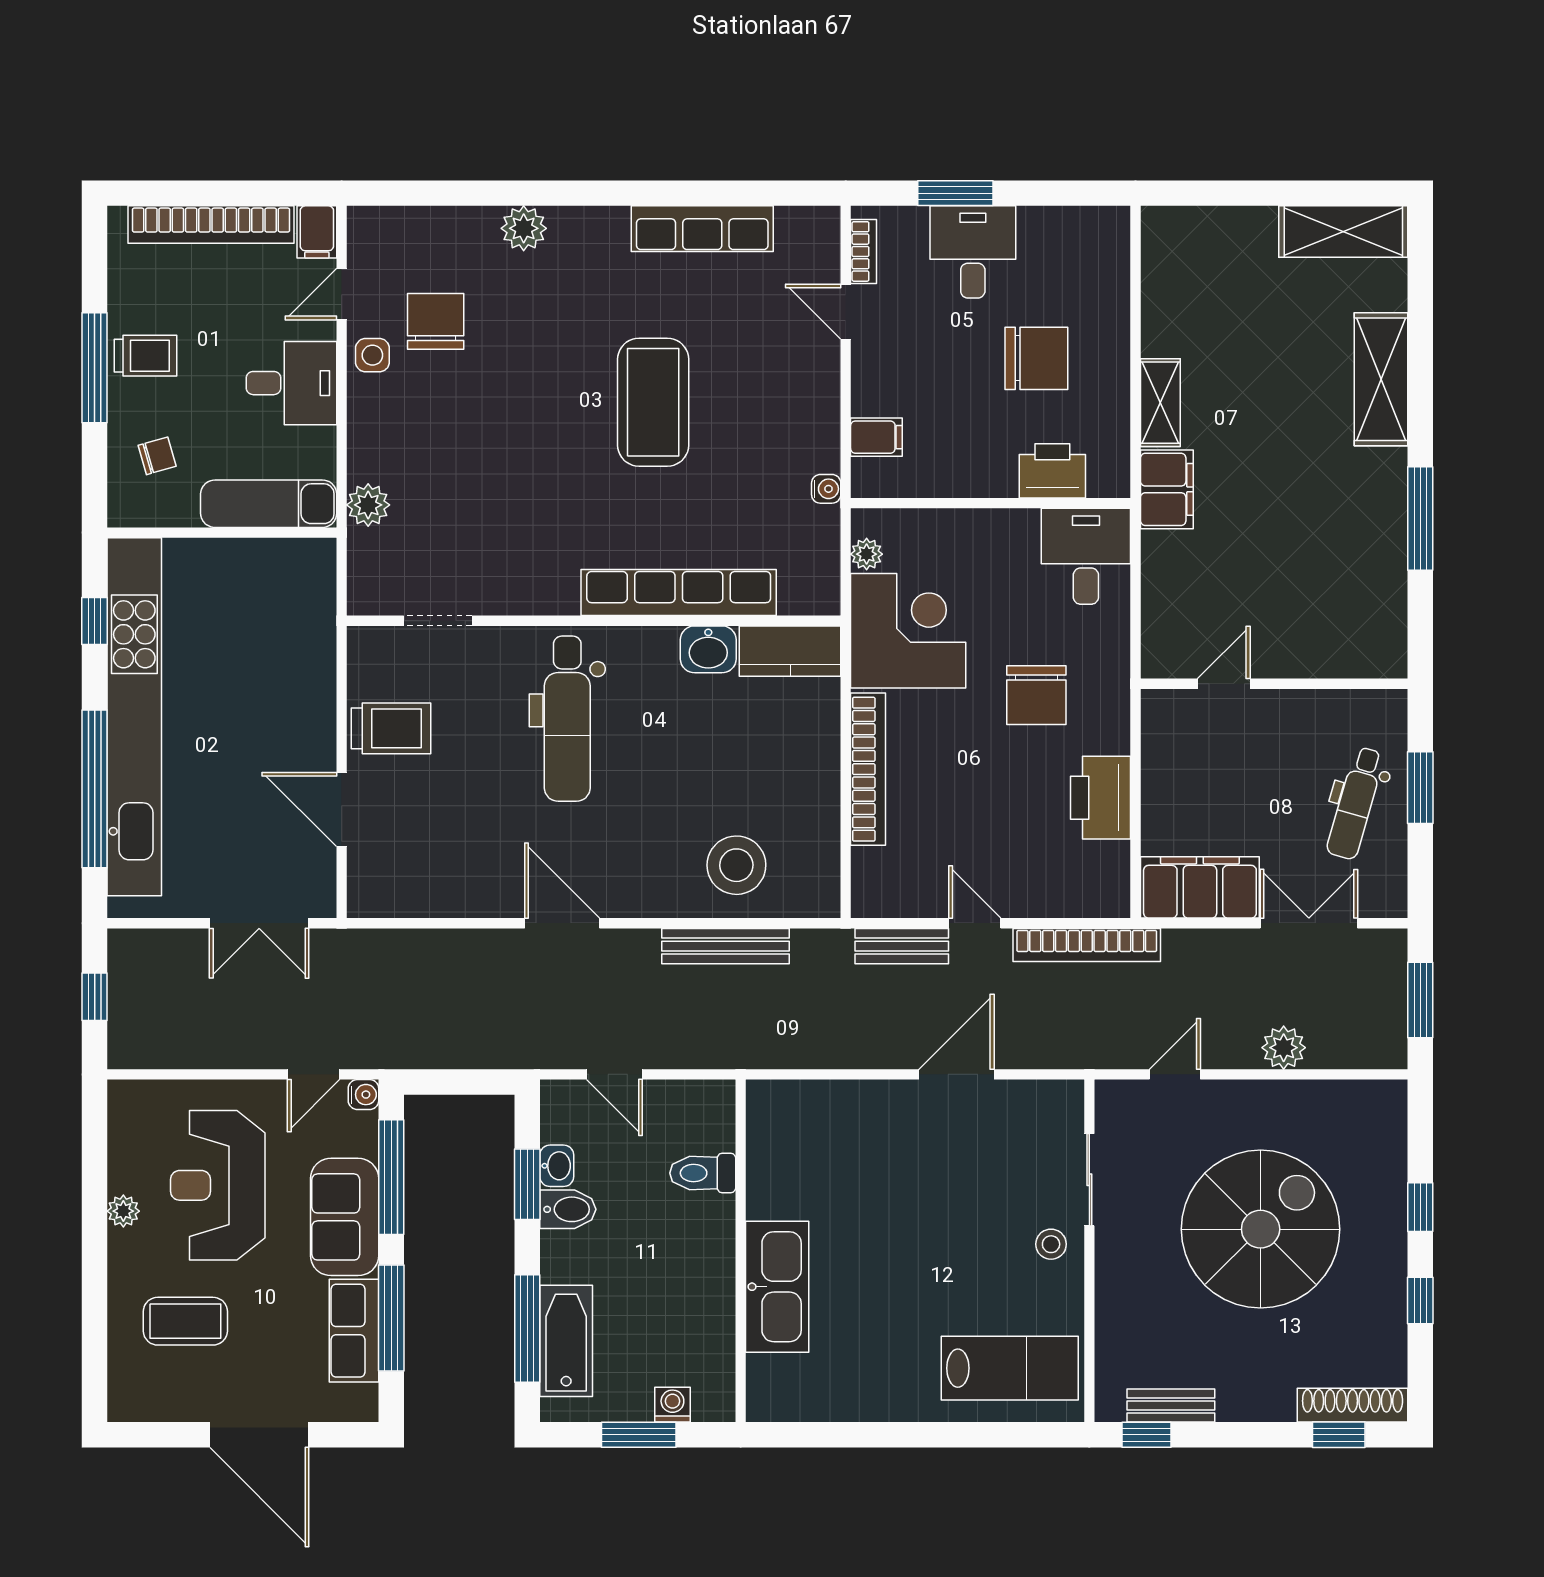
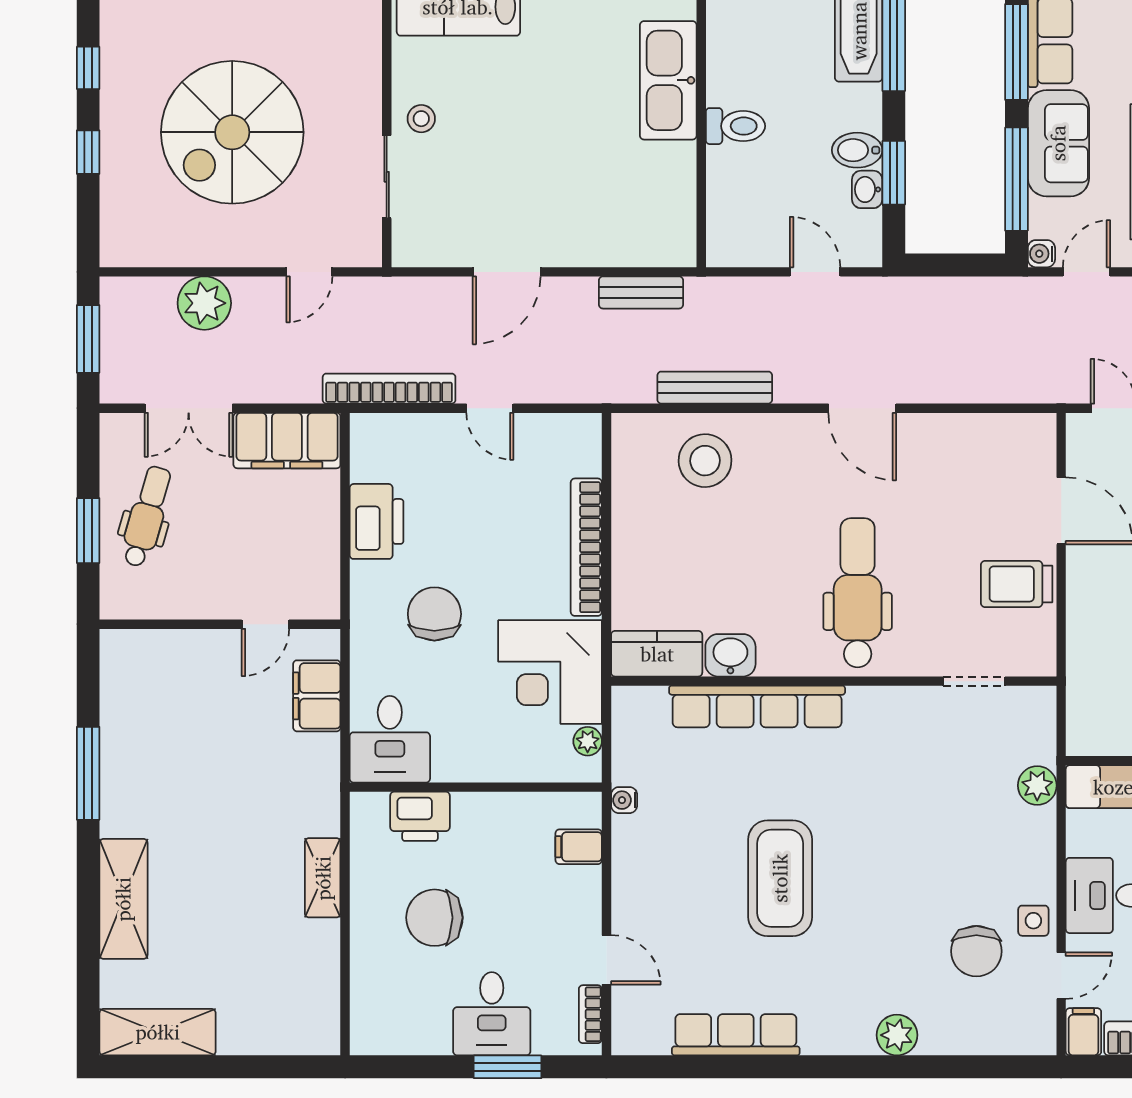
filing cabinet: (1167, 489) -> (317, 696), moved
bench: (902, 946) -> (641, 292), moved
plant: (1284, 1048) -> (204, 303), width x1.36, depth x1.36
toilet: (703, 1173) -> (735, 126), moved

